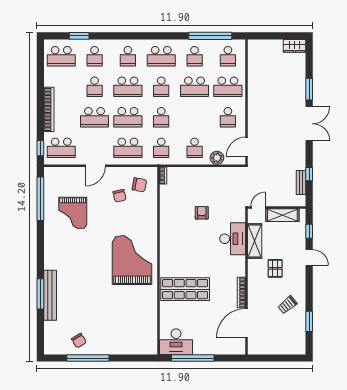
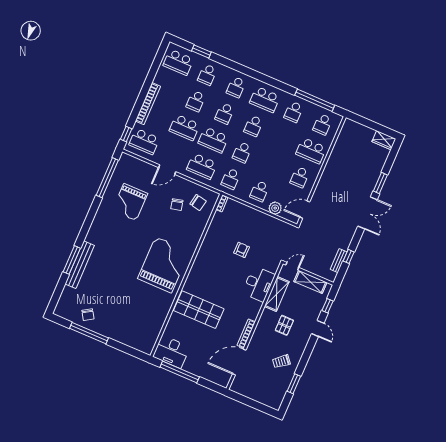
school desk: (128, 87) -> (225, 113), width x0.54
school desk: (195, 87) -> (282, 138), removed

